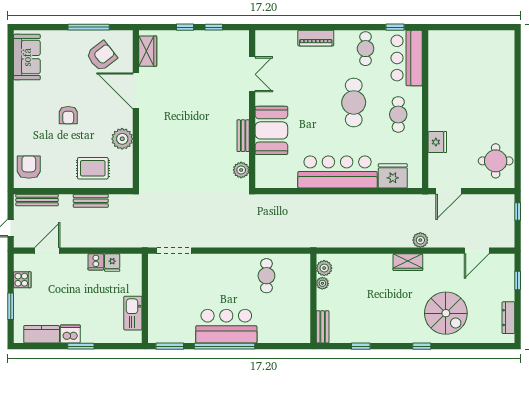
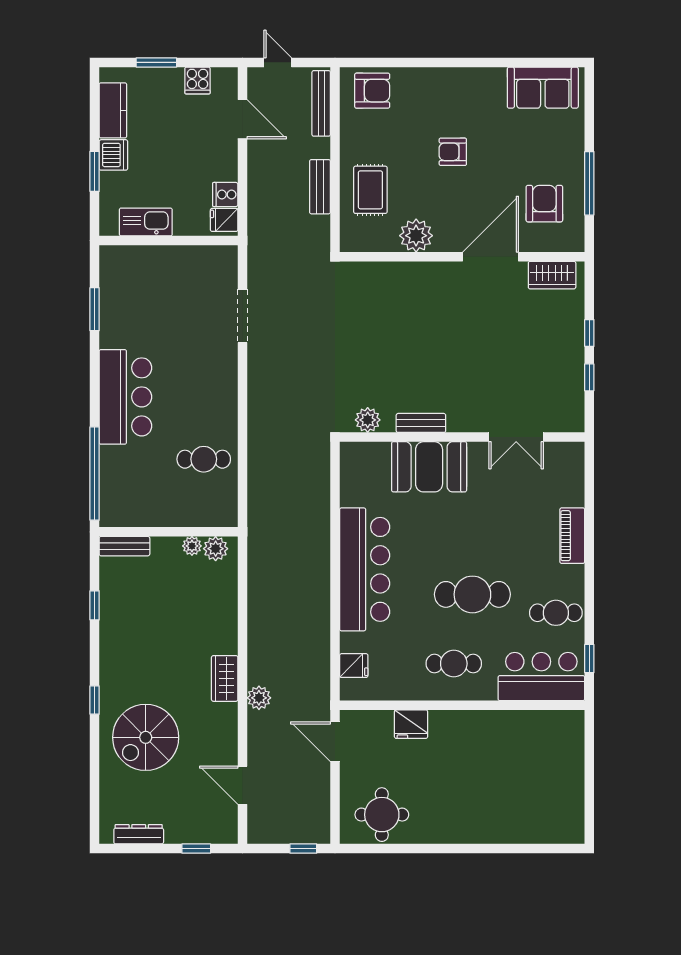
armchair: (102, 56) -> (544, 204), turned -142
fridge: (393, 176) -> (354, 666), width x0.53, depth x0.75
wall: (145, 298) -> (169, 241), moved
kitchen sink: (133, 313) -> (146, 222), moved
window: (225, 346) -> (95, 474), moved

